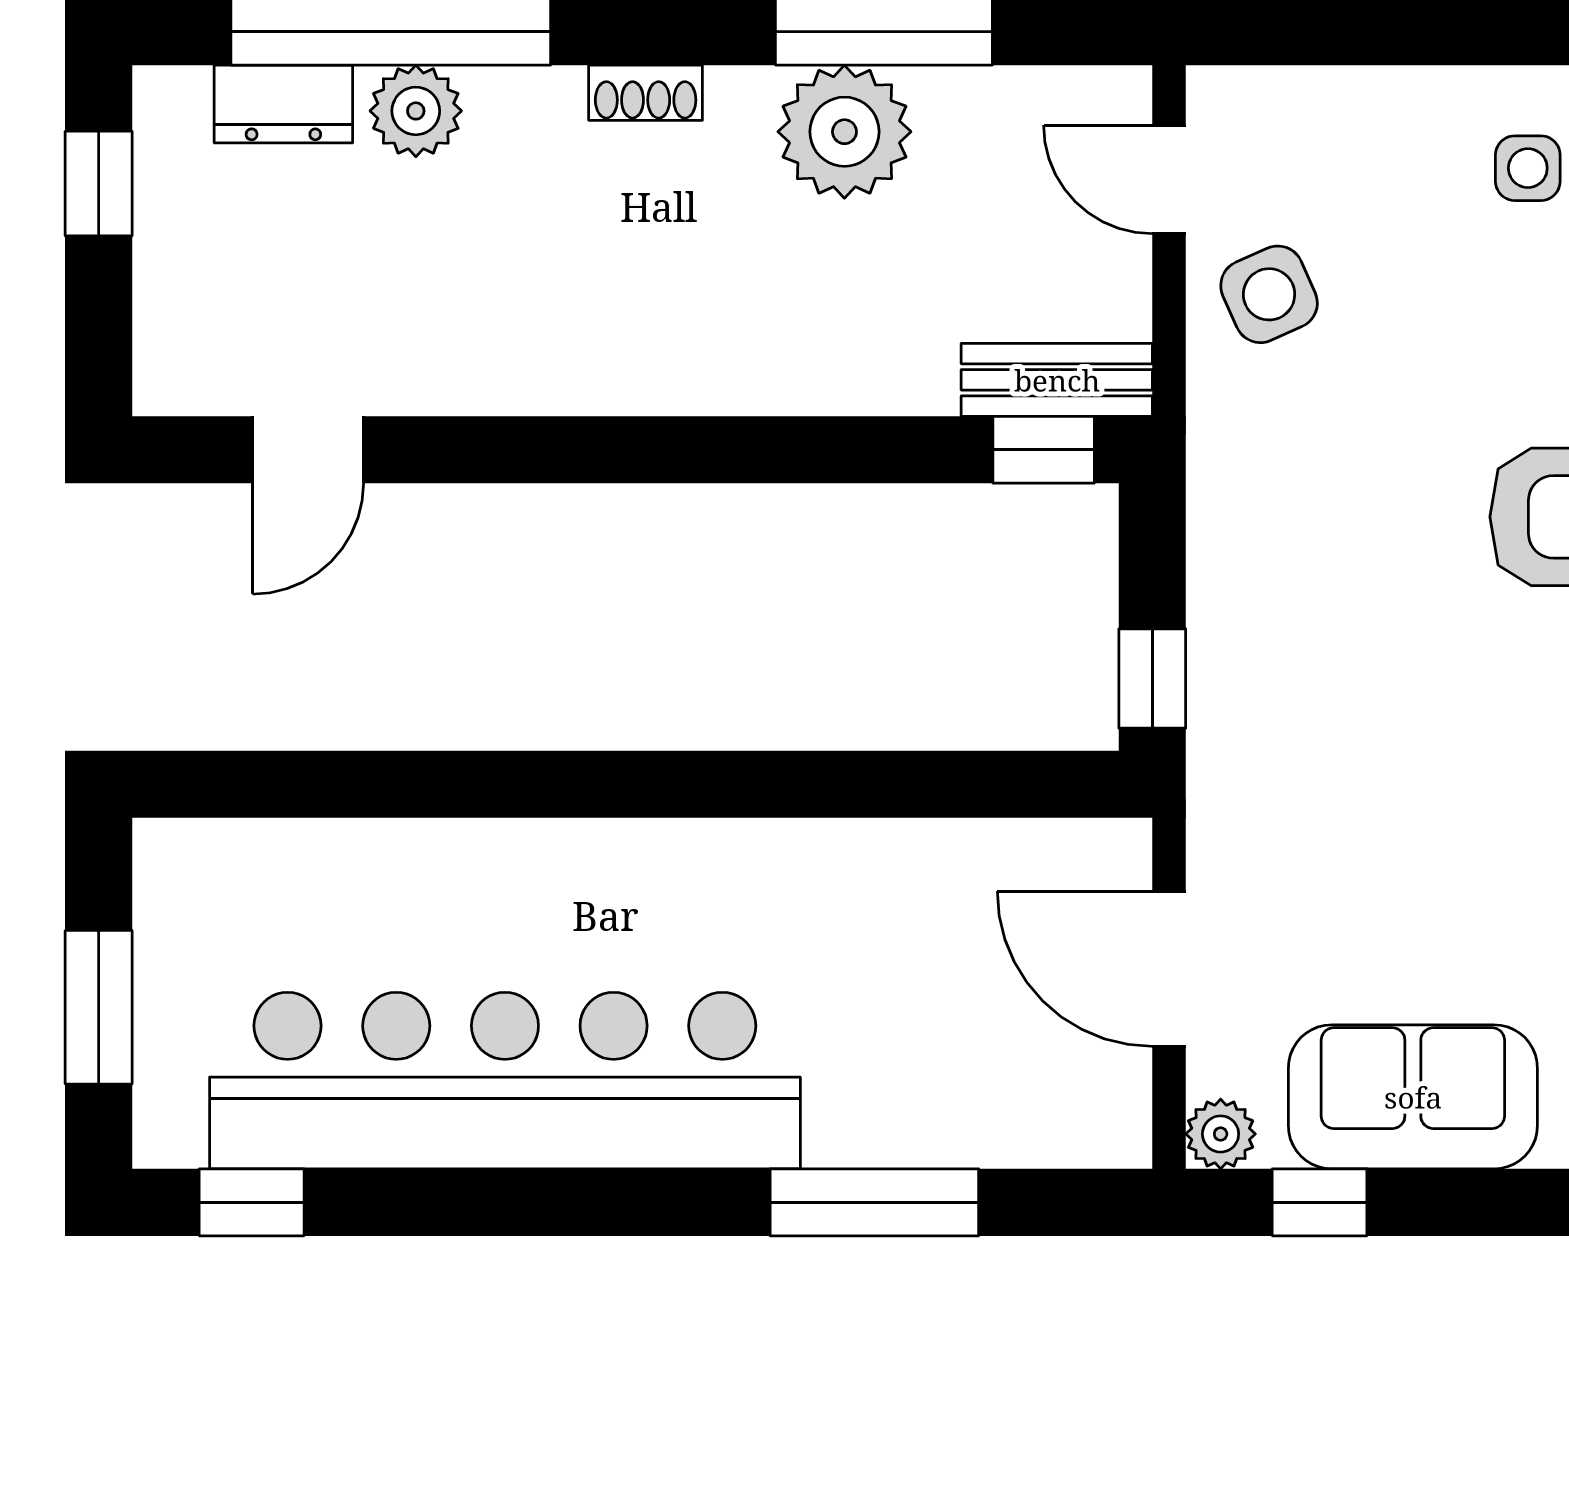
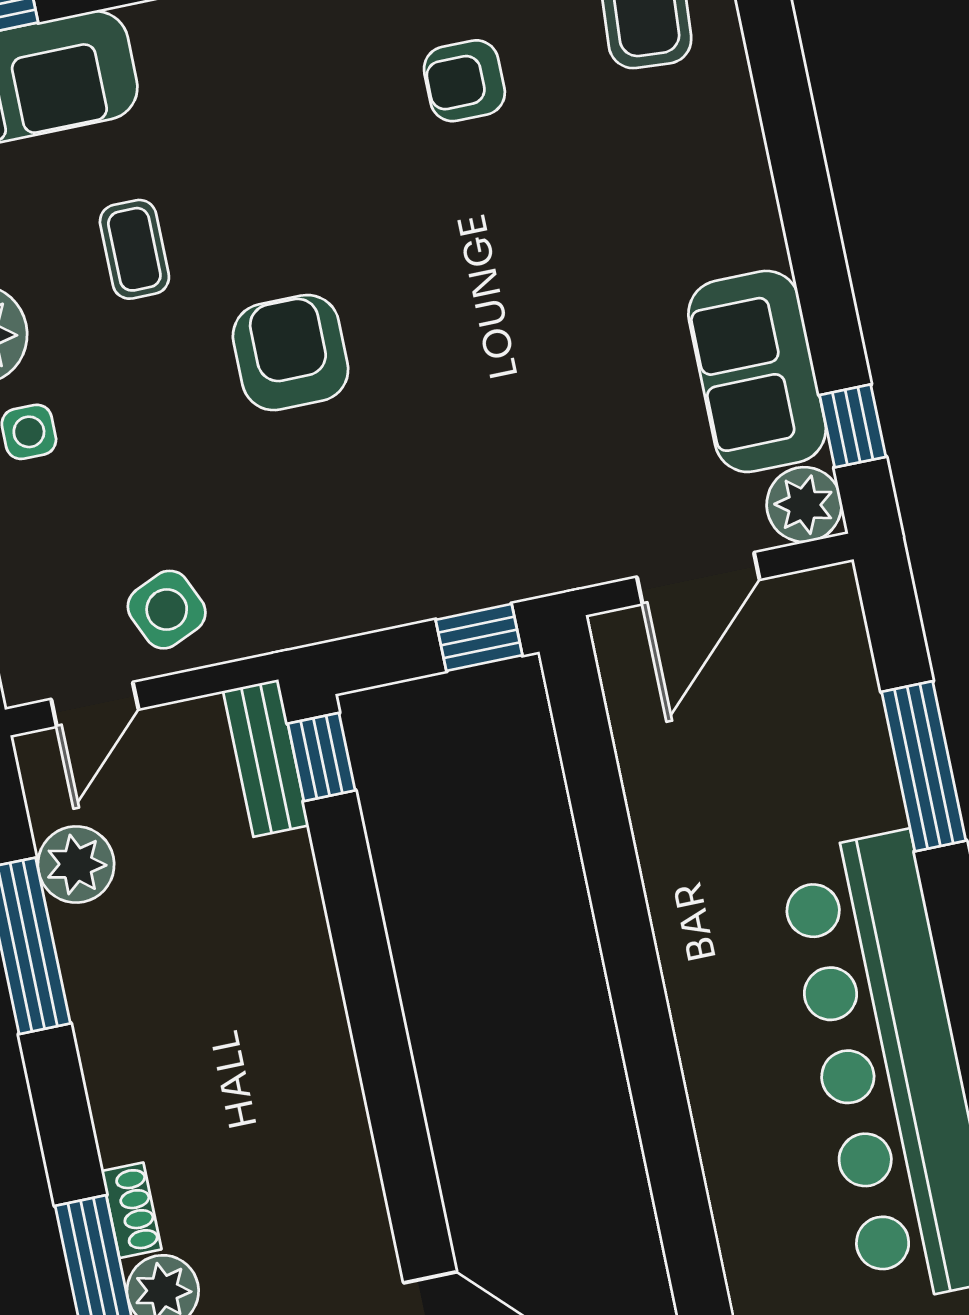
shoe rack: (646, 93) -> (131, 1210), moved
plant: (844, 132) -> (76, 865), moved, width x0.73, depth x0.73
plant: (1221, 1134) -> (804, 505), width x1.38, depth x1.38

